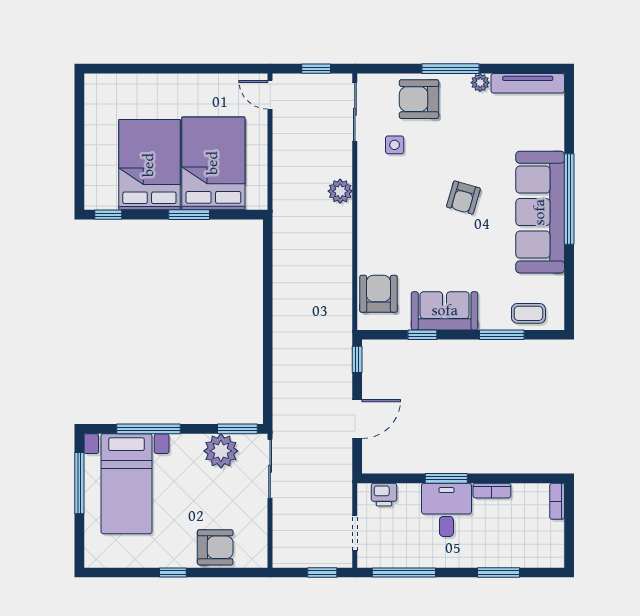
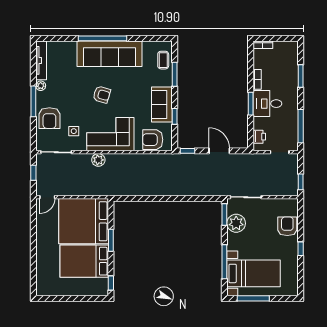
bed: (213, 163) -> (84, 221), width x1.36
corner sofa: (389, 214) -> (110, 134), added
window: (322, 573) -> (301, 182), moved

